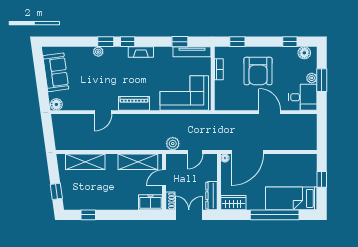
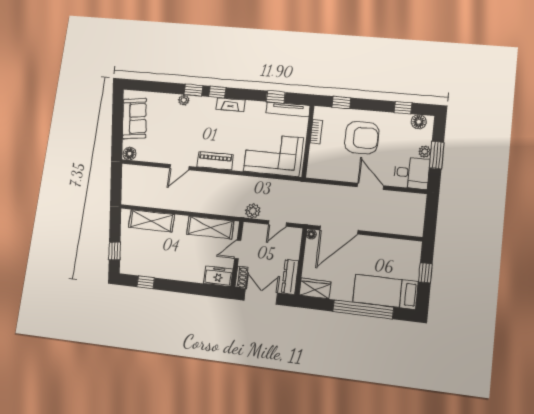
armchair: (258, 71) -> (362, 138), turned -90

